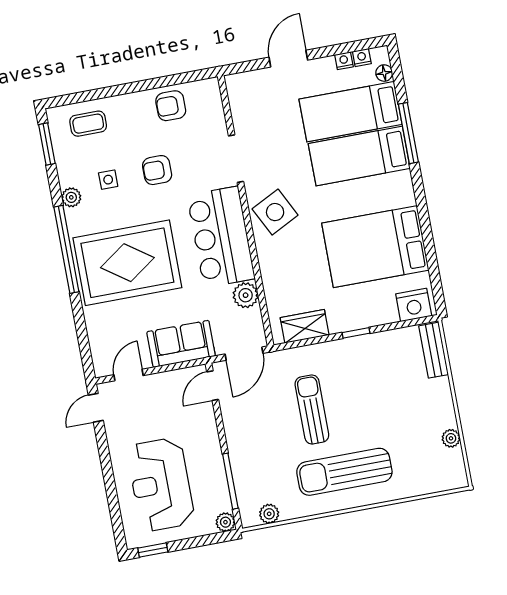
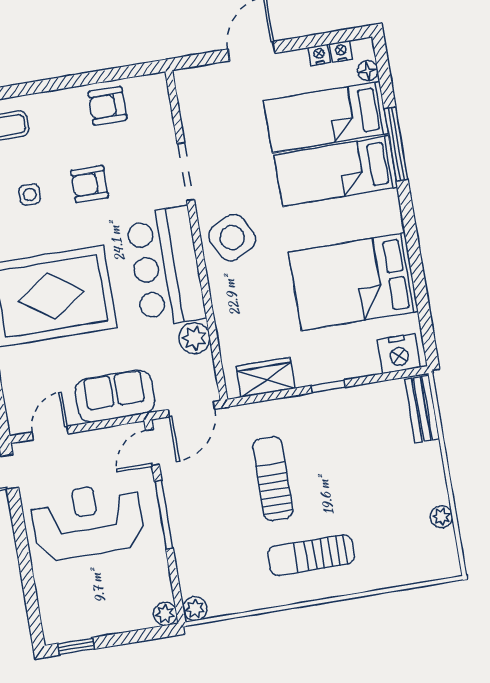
sun lounger: (344, 472) -> (311, 555), width x0.73, depth x0.75
window: (230, 481) -> (164, 515), moved
reception desk: (161, 484) -> (87, 521), moved, turned 90
plant: (269, 514) -> (195, 609), moved

